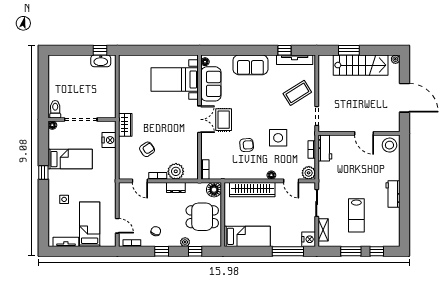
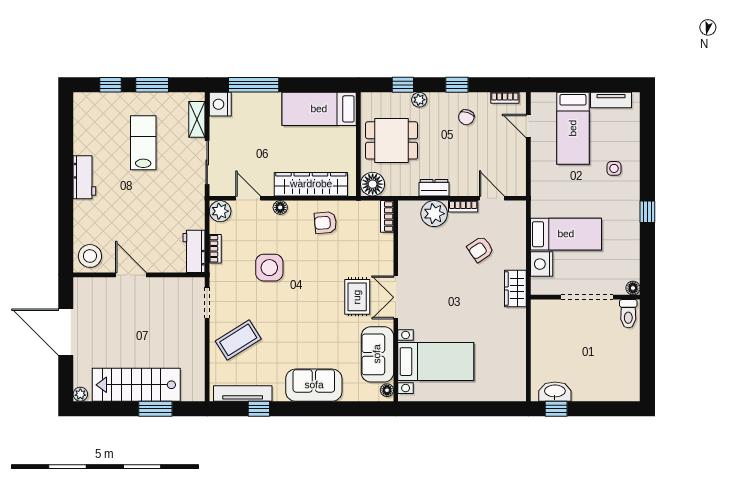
armchair: (247, 145) -> (325, 223), moved
bed: (70, 159) -> (566, 234), moved, turned 180

